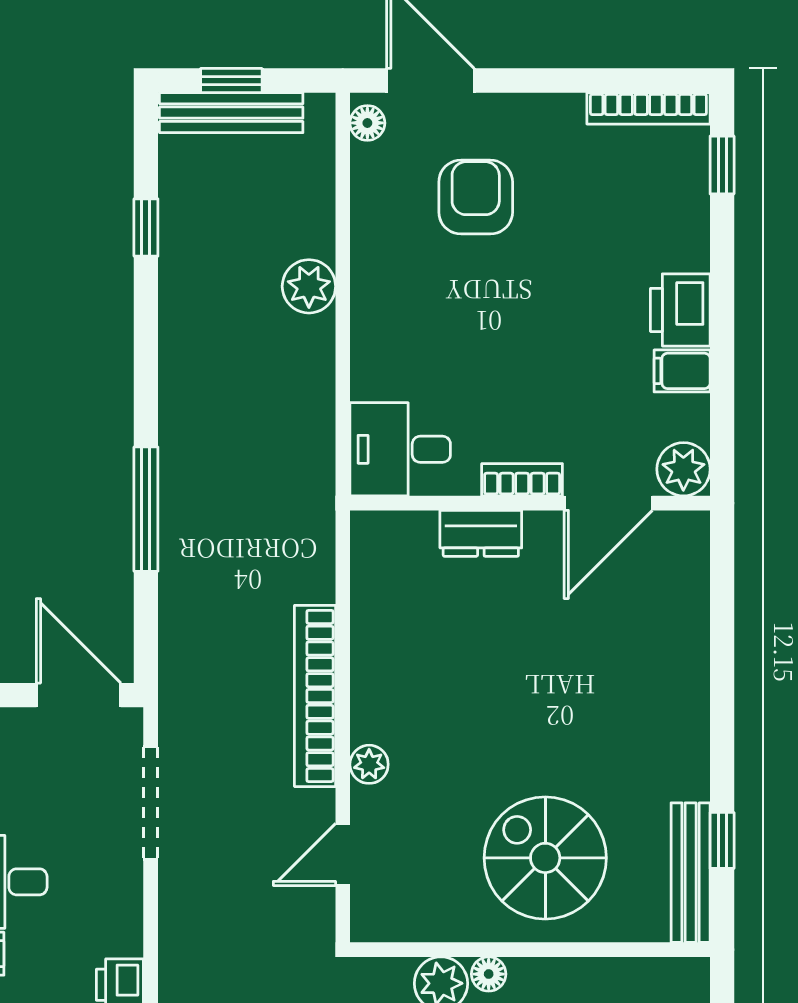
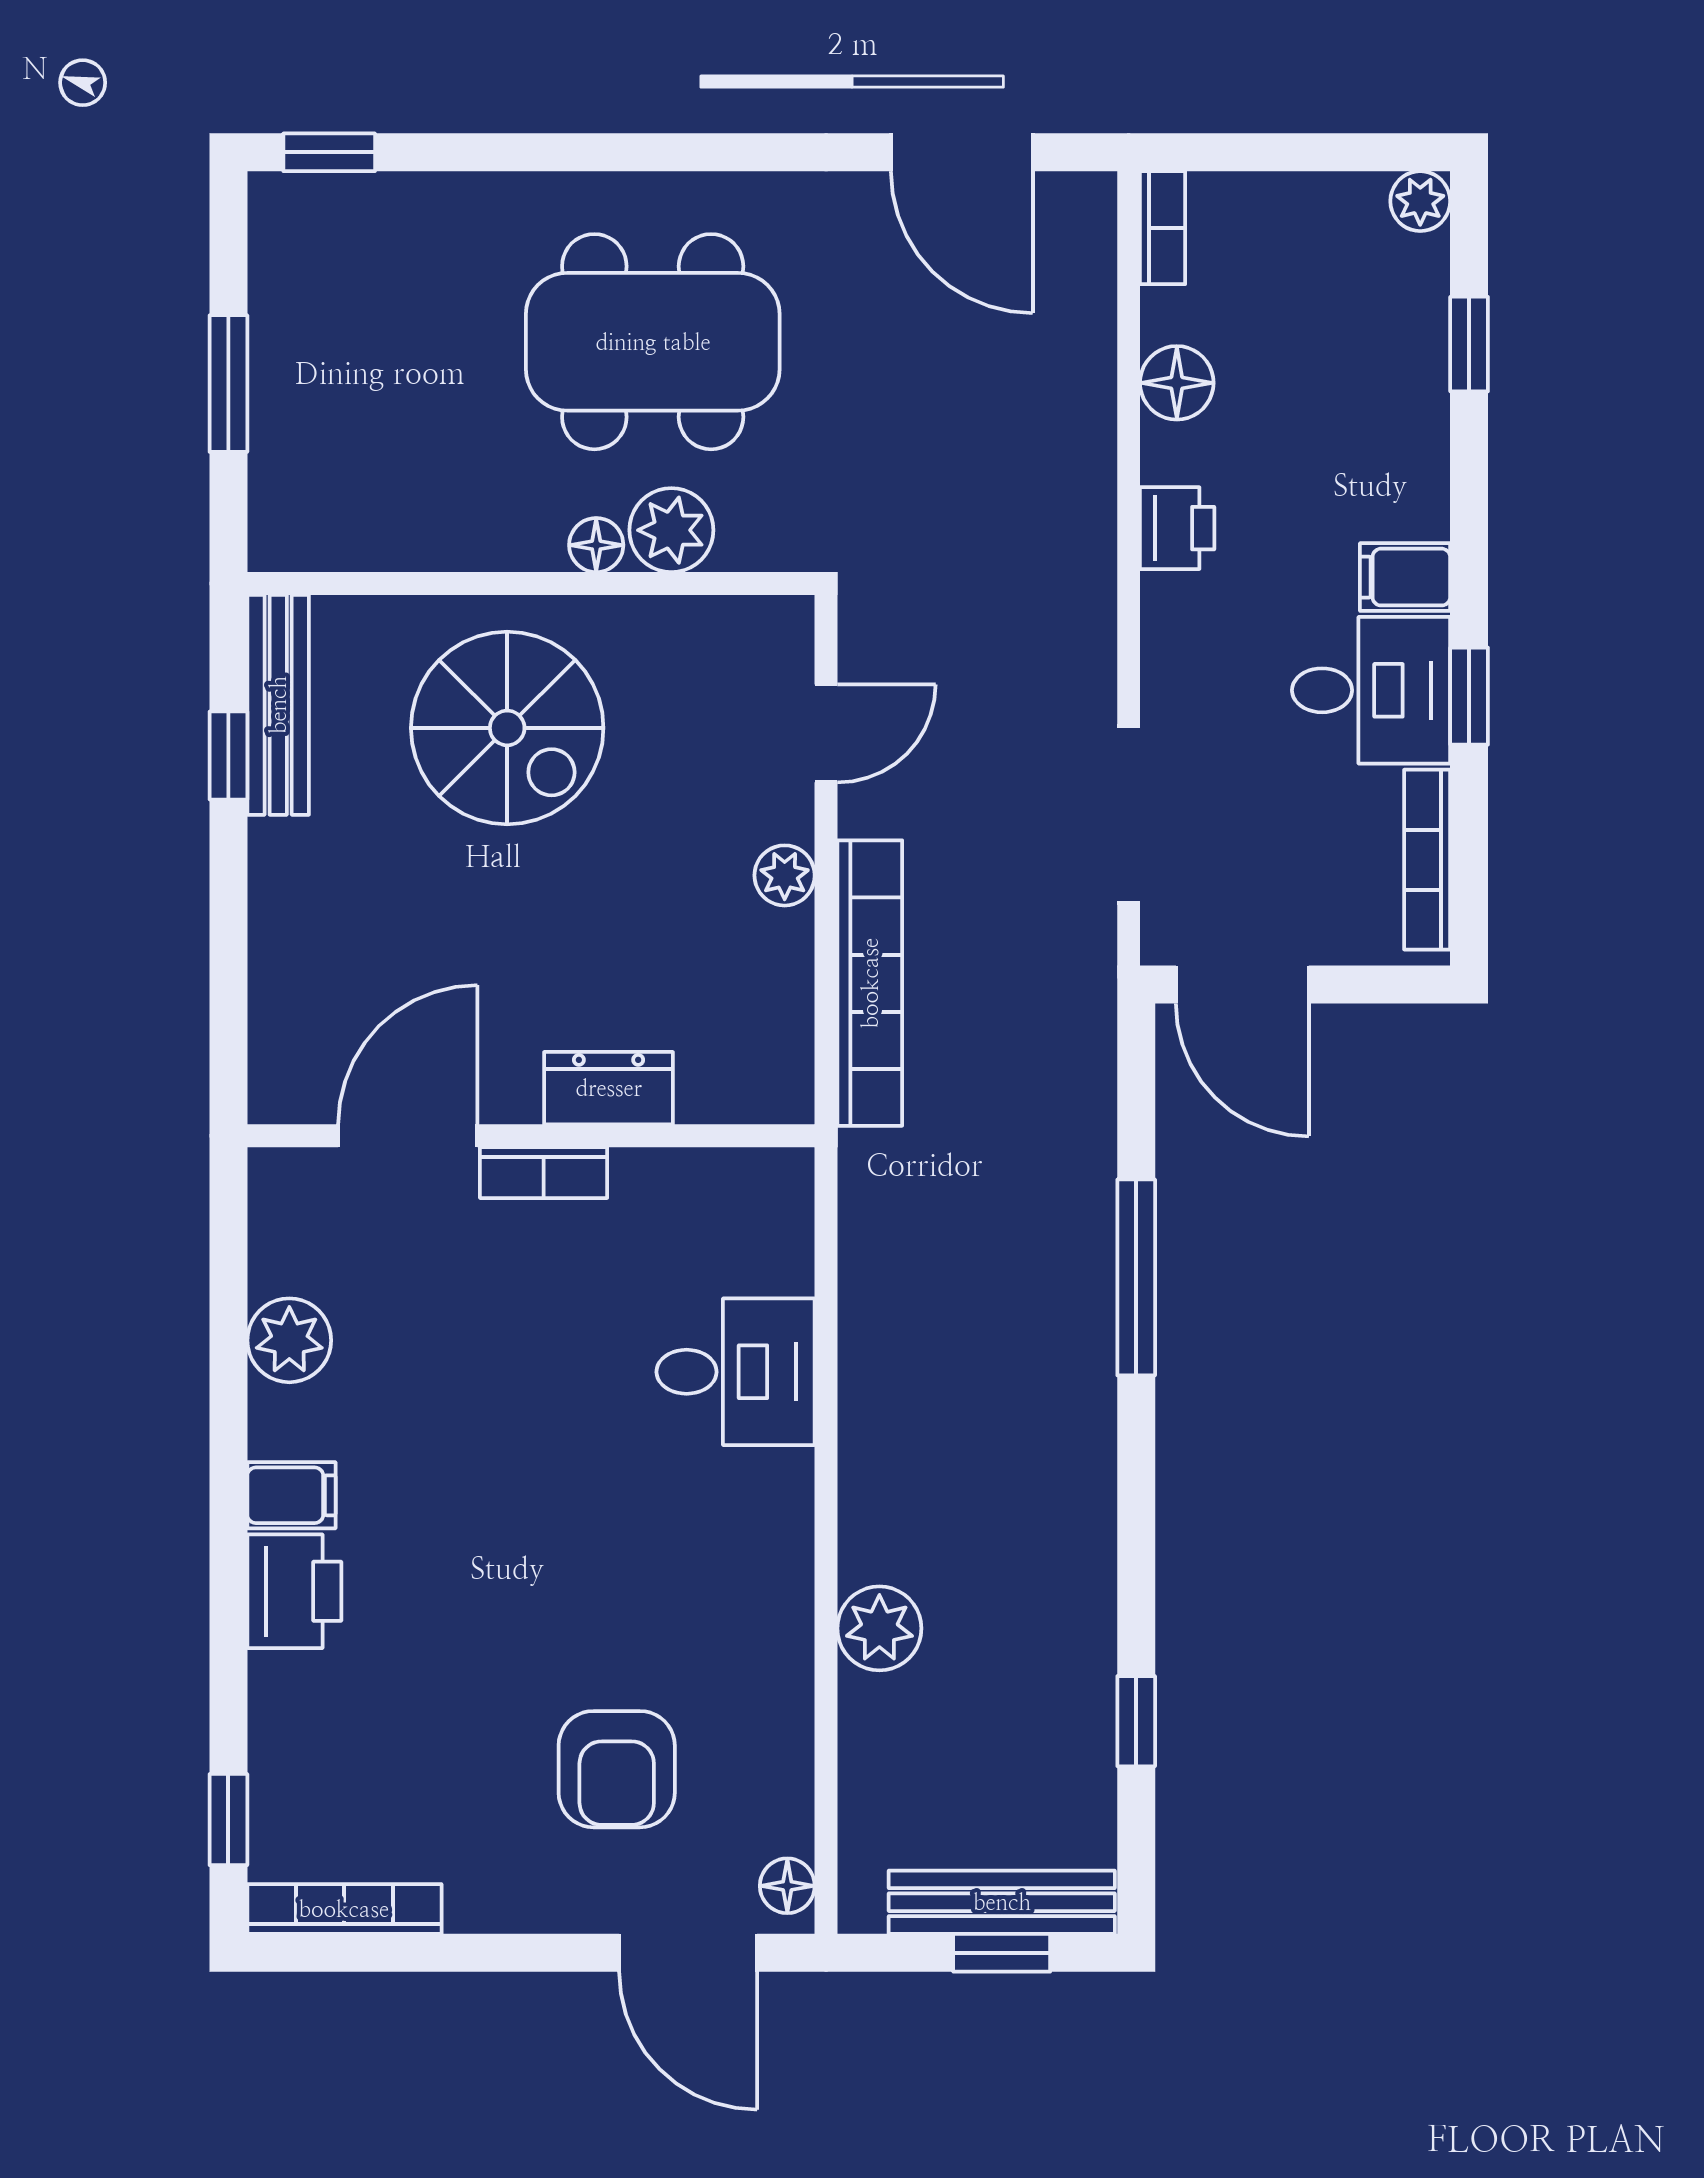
bookcase: (522, 480) -> (544, 1173), moved
wall: (530, 503) -> (531, 1136), moved
door: (608, 503) -> (408, 1136), moved
dresser: (481, 533) -> (609, 1088), moved

